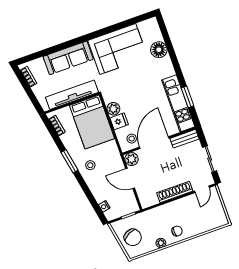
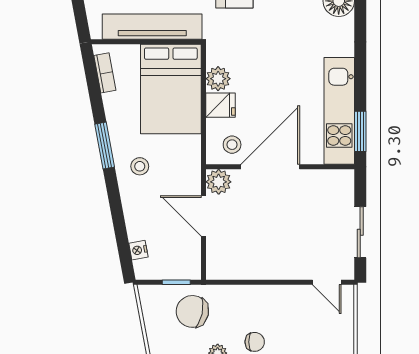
window: (187, 97) -> (360, 131), moved
bench: (185, 139) -> (328, 179), removed
door: (202, 189) -> (327, 282), hinge flipped
shoe rack: (175, 192) -> (276, 269), removed
chair: (133, 237) -> (192, 311), moved, turned 128

